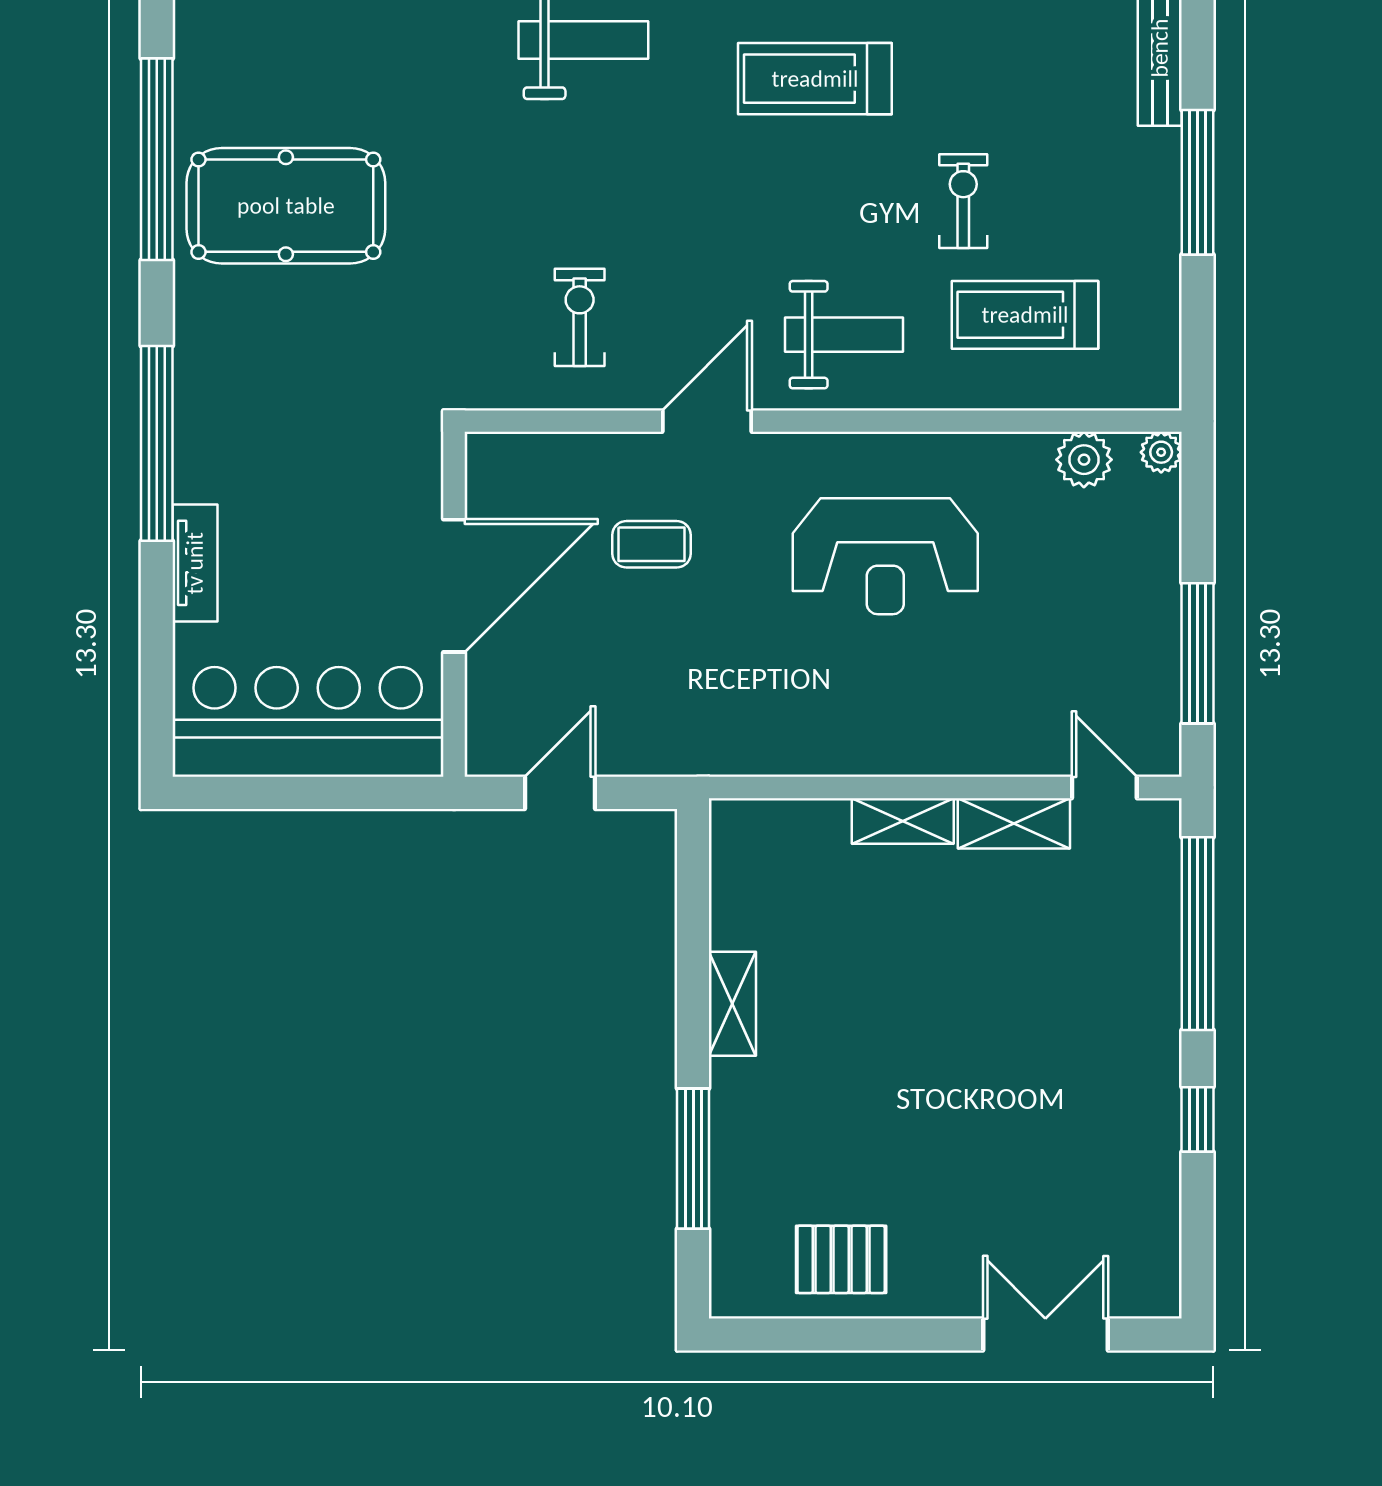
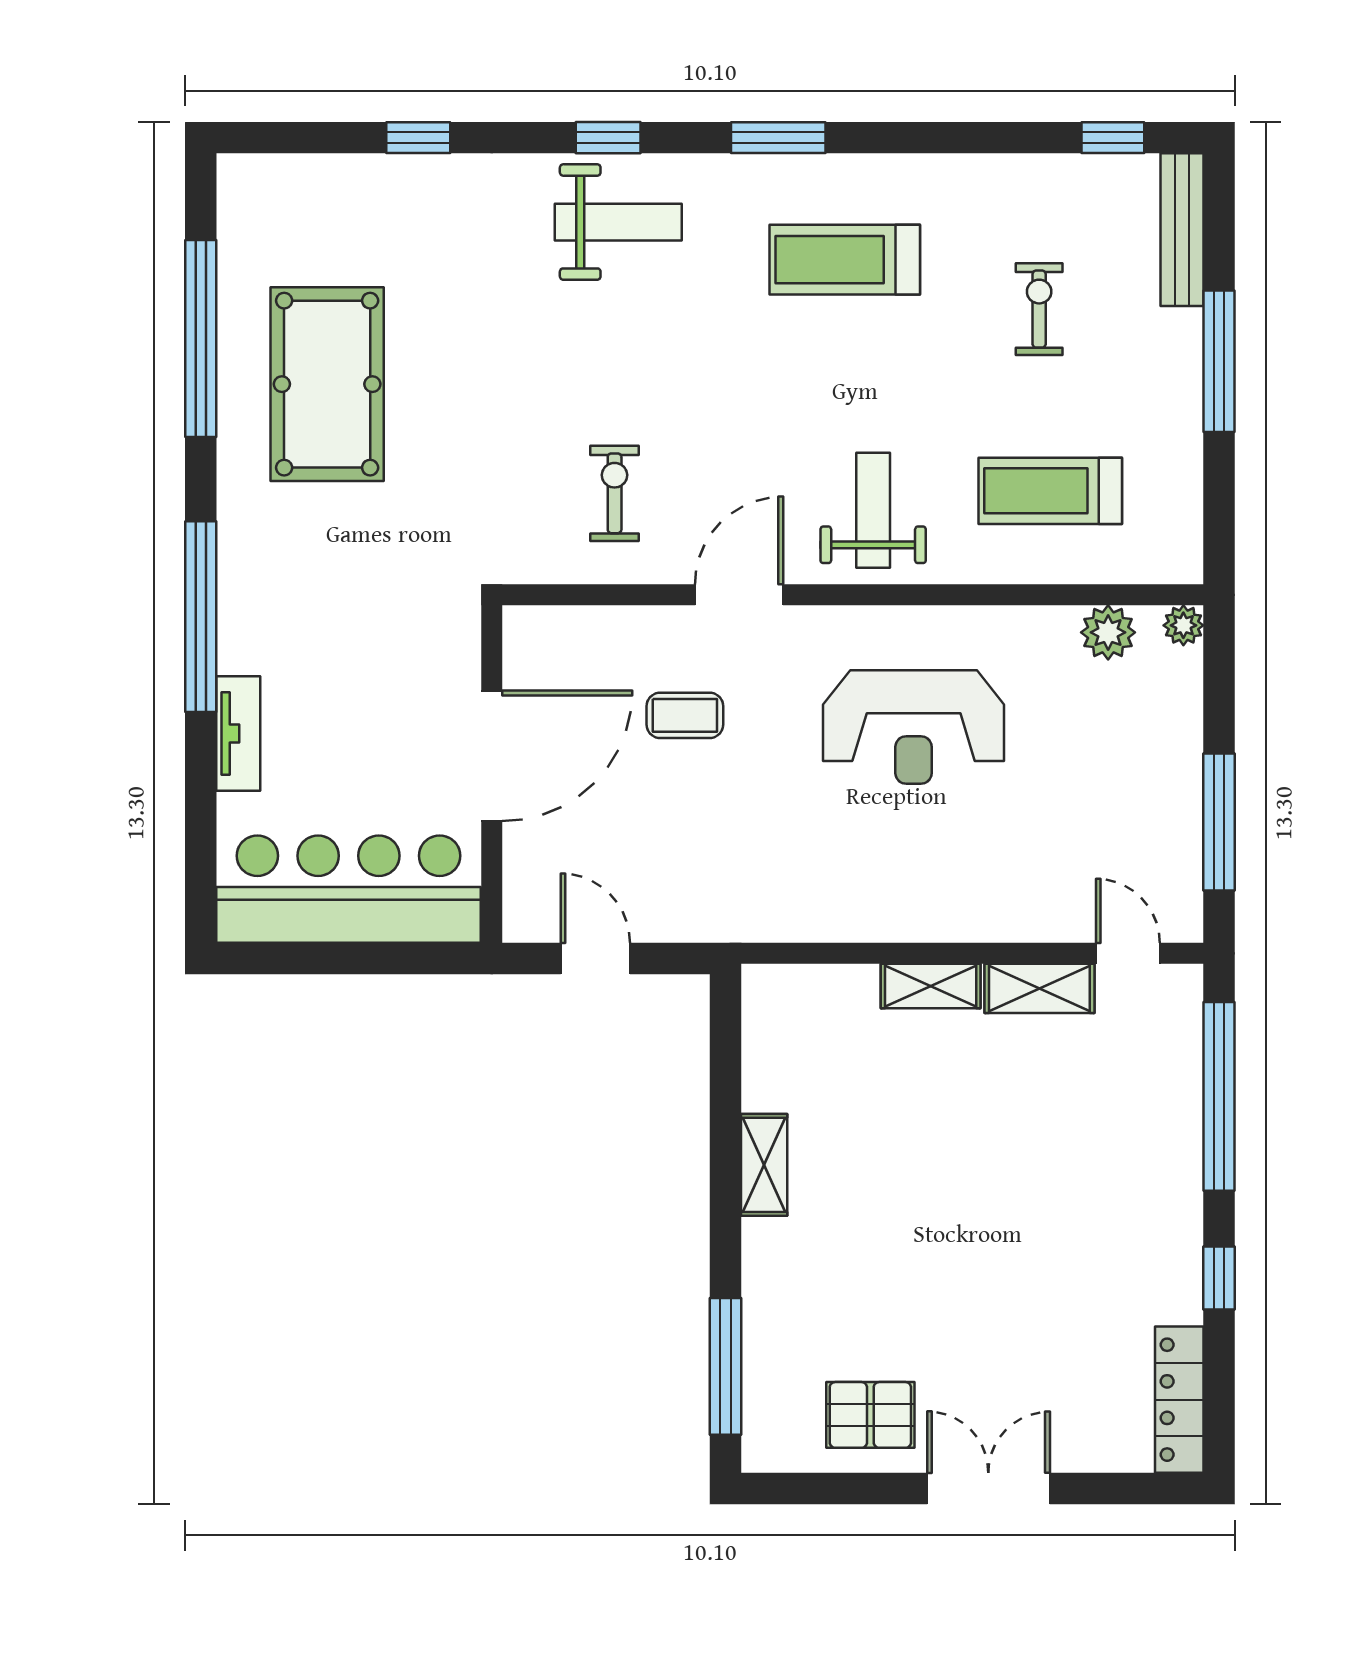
exercise bike: (963, 201) -> (1039, 309), moved
pool table: (286, 206) -> (327, 384), turned 90
weight bench: (844, 335) -> (873, 510), turned -90
door: (560, 793) -> (595, 959), hinge flipped
window: (693, 1159) -> (726, 1366), moved
locker: (1157, 1244) -> (1179, 1400), added
double door: (1045, 1334) -> (988, 1488), moved

